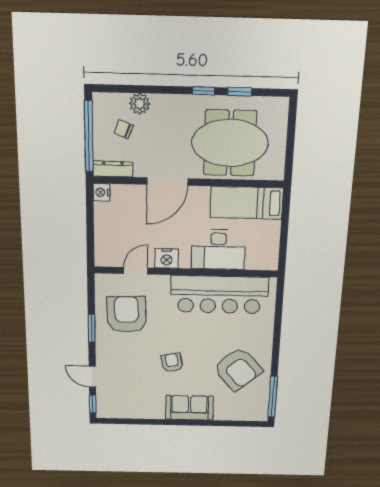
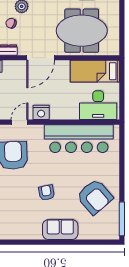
desk: (218, 250) -> (98, 105), moved

